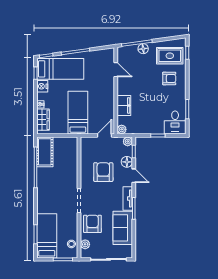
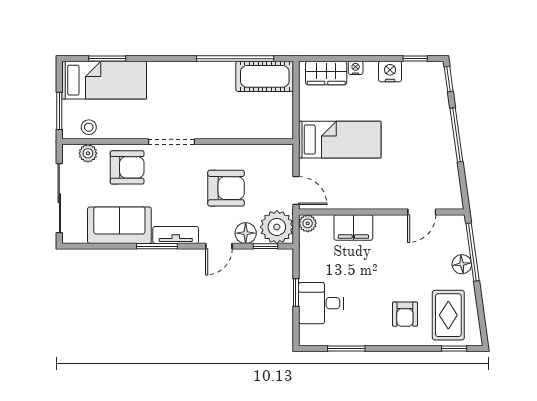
bed: (60, 69) -> (423, 106), removed
desk: (175, 122) -> (321, 303), moved
plant: (128, 141) -> (277, 227), width x1.88, depth x1.88

